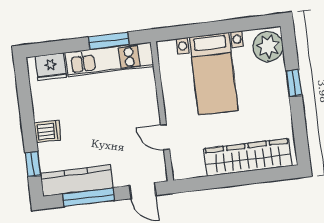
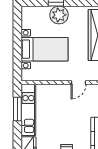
plant: (268, 46) -> (59, 15), moved

